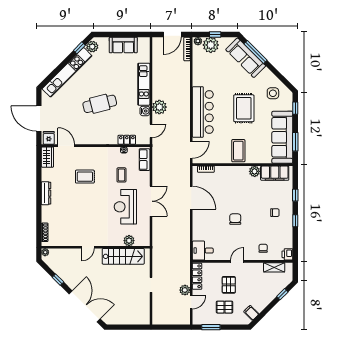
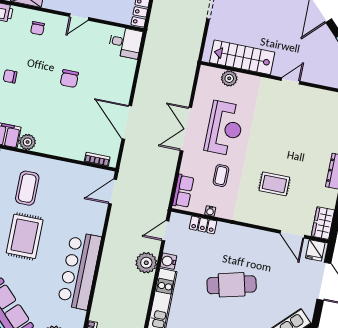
bar counter: (203, 112) -> (79, 271), moved
coffee table: (238, 151) -> (27, 188), moved

